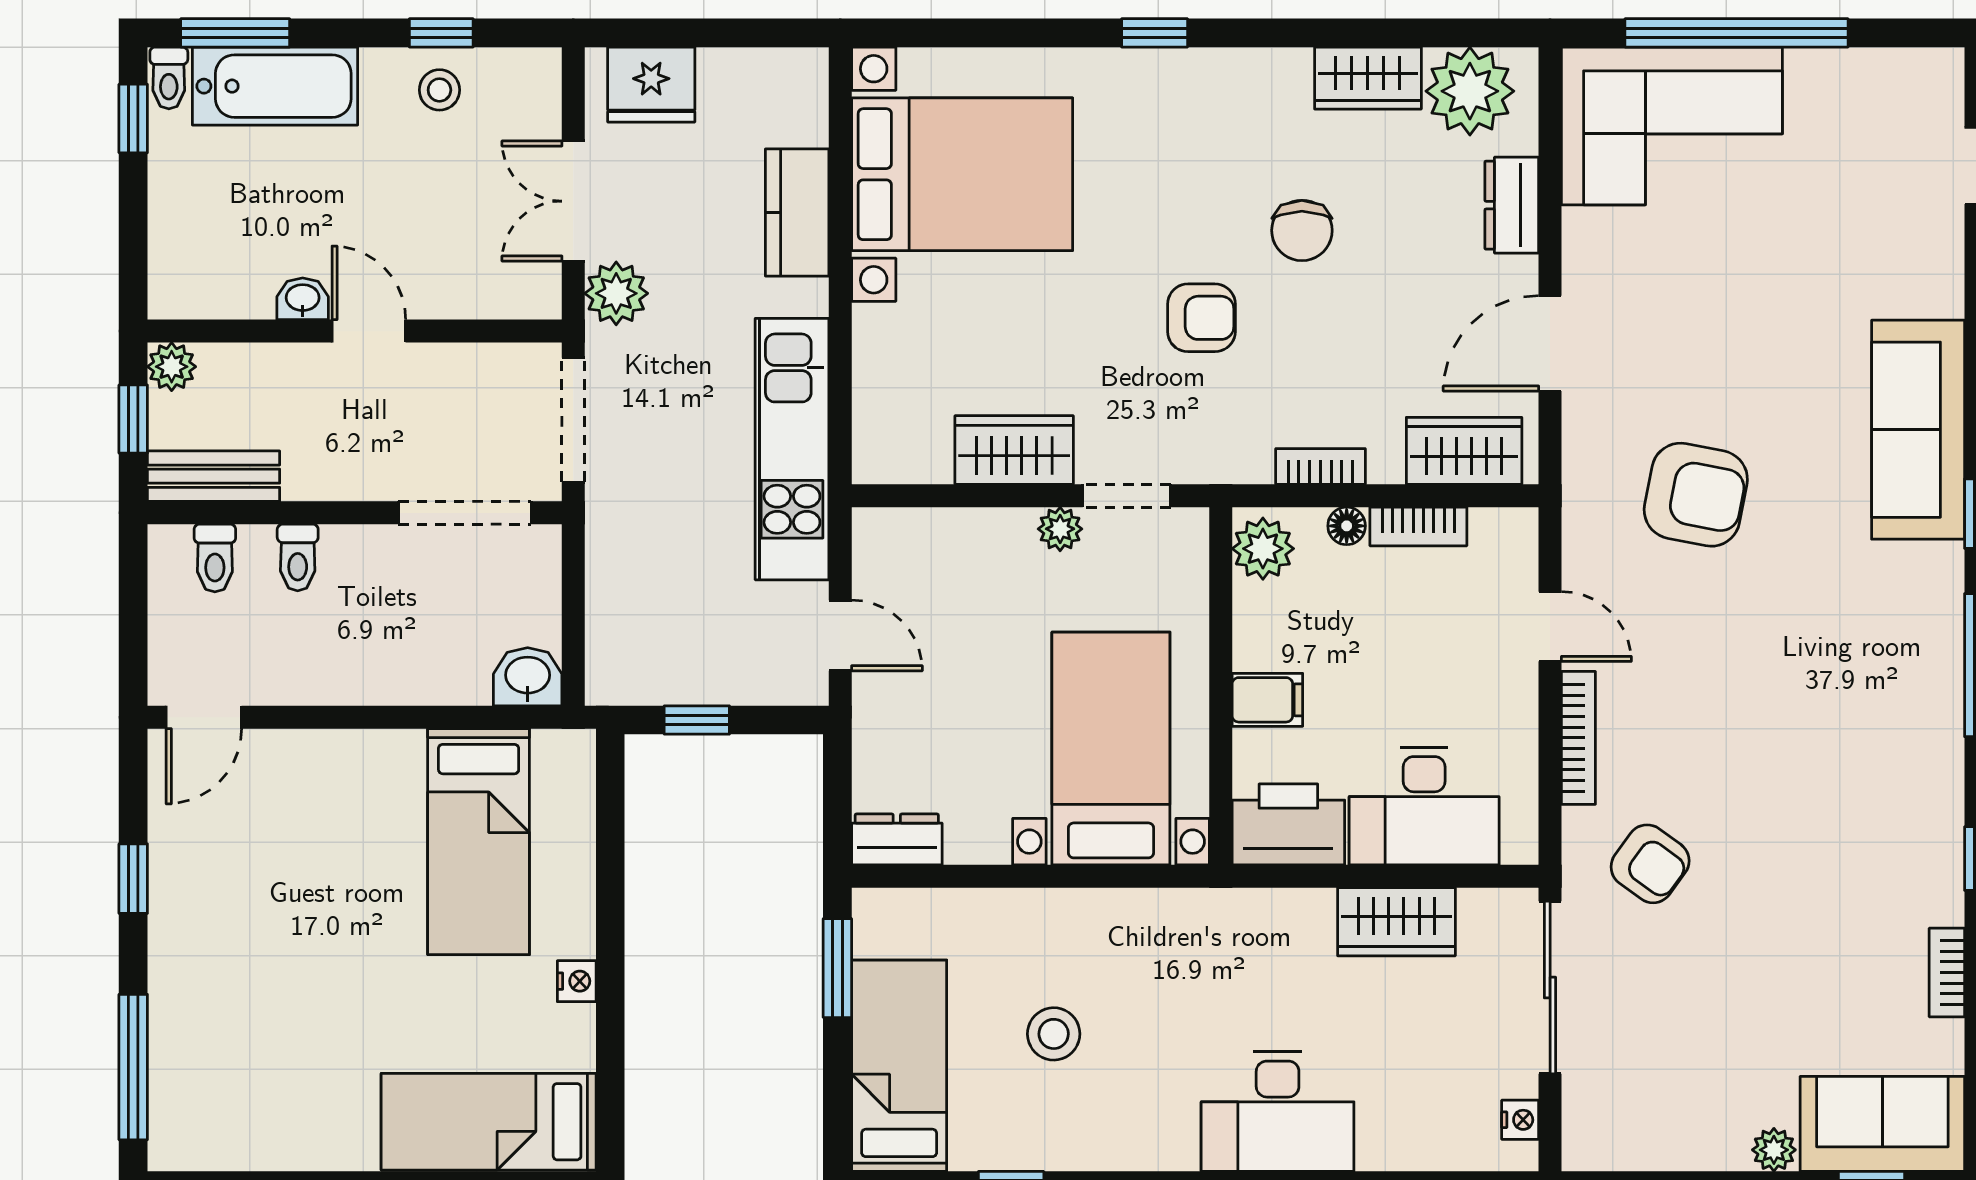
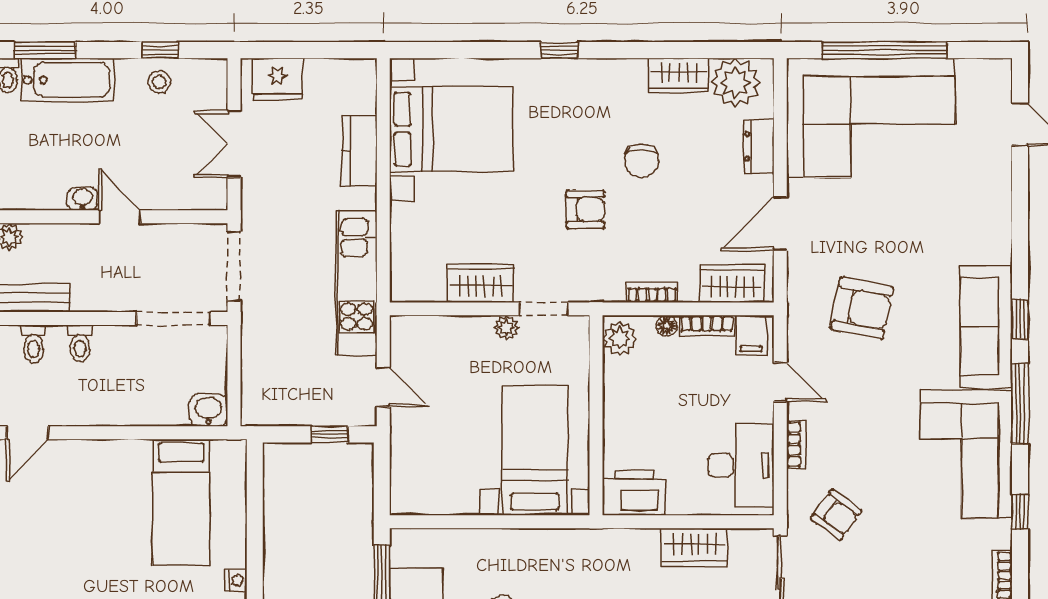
corner sofa: (1672, 126) -> (871, 118), width x1.36, depth x1.36
plant: (616, 293) -> (258, 196), removed
sofa: (1918, 430) -> (986, 326), moved
filing cabinet: (1267, 700) -> (751, 335), moved, turned 90
window: (697, 720) -> (330, 434), moved
bookcase: (1578, 738) -> (796, 444), width x0.64
corner sofa: (1883, 756) -> (966, 454), added
desk: (1424, 806) -> (741, 465), moved, turned -90
dresser: (897, 839) -> (415, 501), removed

